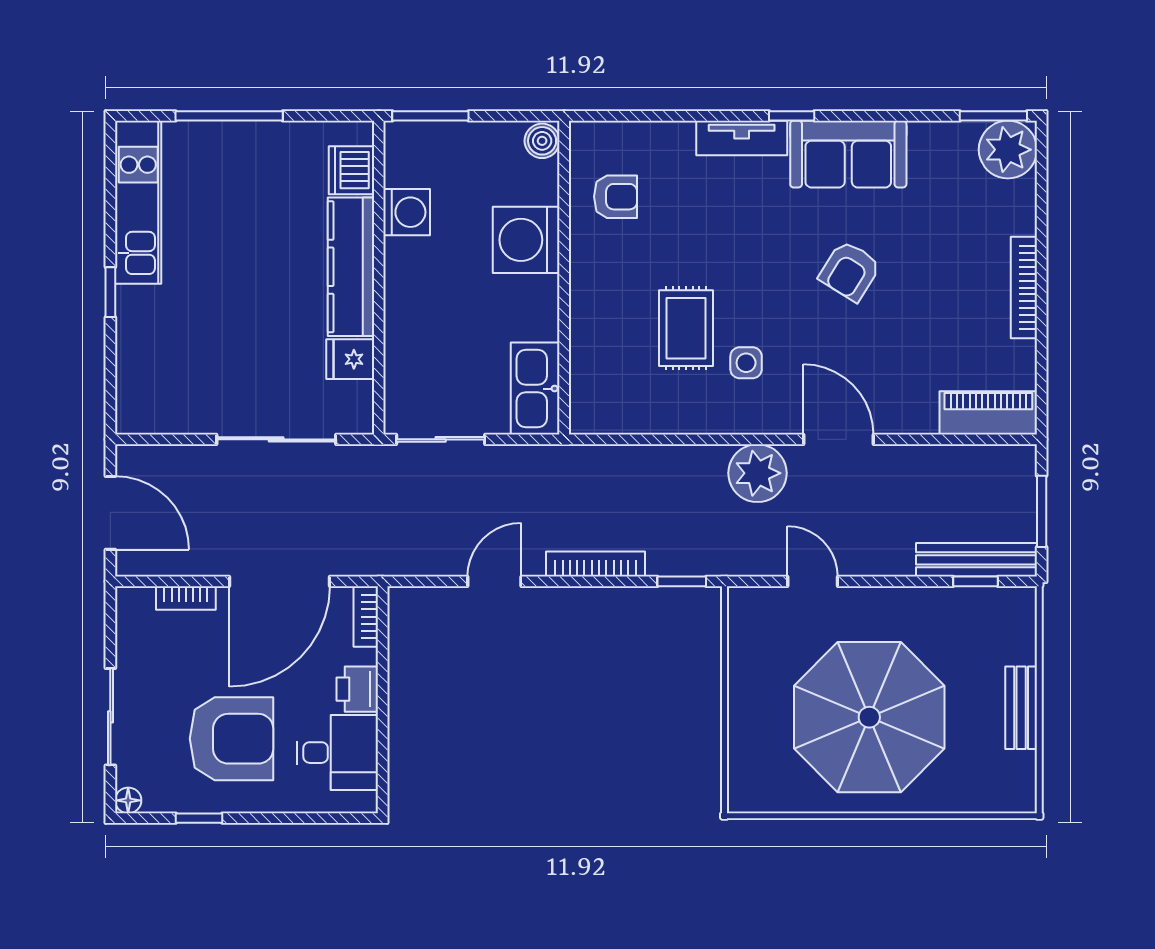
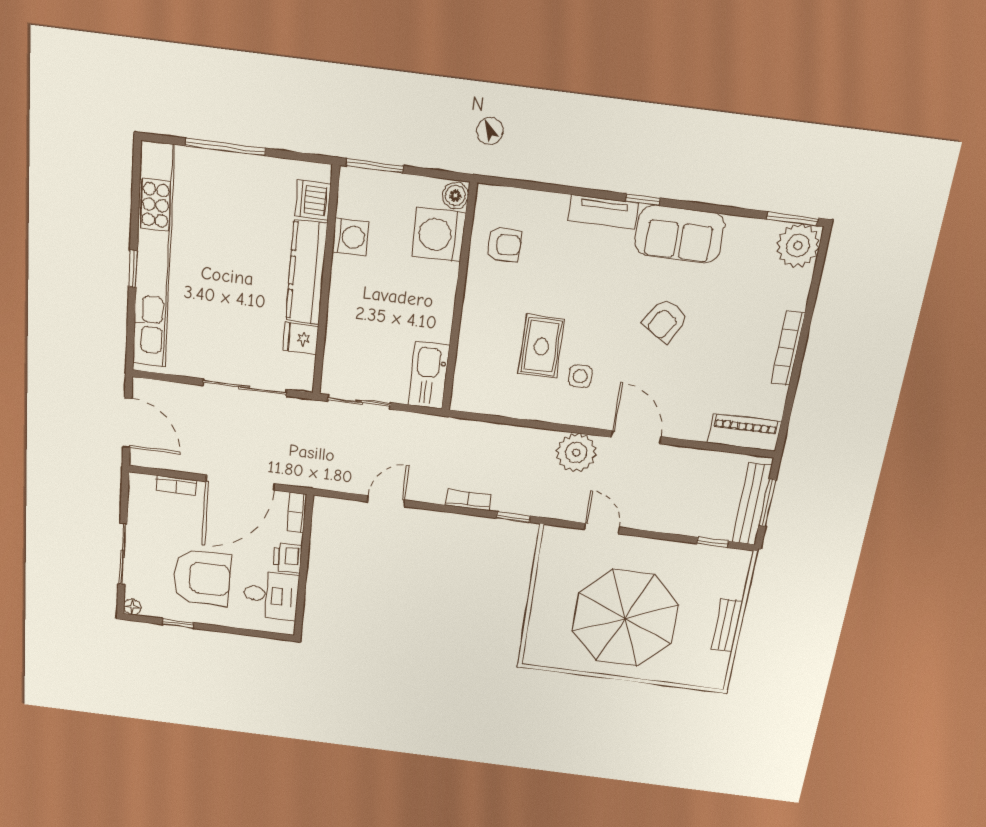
kitchen unit: (138, 202) -> (153, 257), width x1.86
washing machine: (526, 240) -> (439, 235), moved
bench: (976, 560) -> (752, 504), moved, turned 90
bookcase: (595, 564) -> (468, 500), width x0.64

